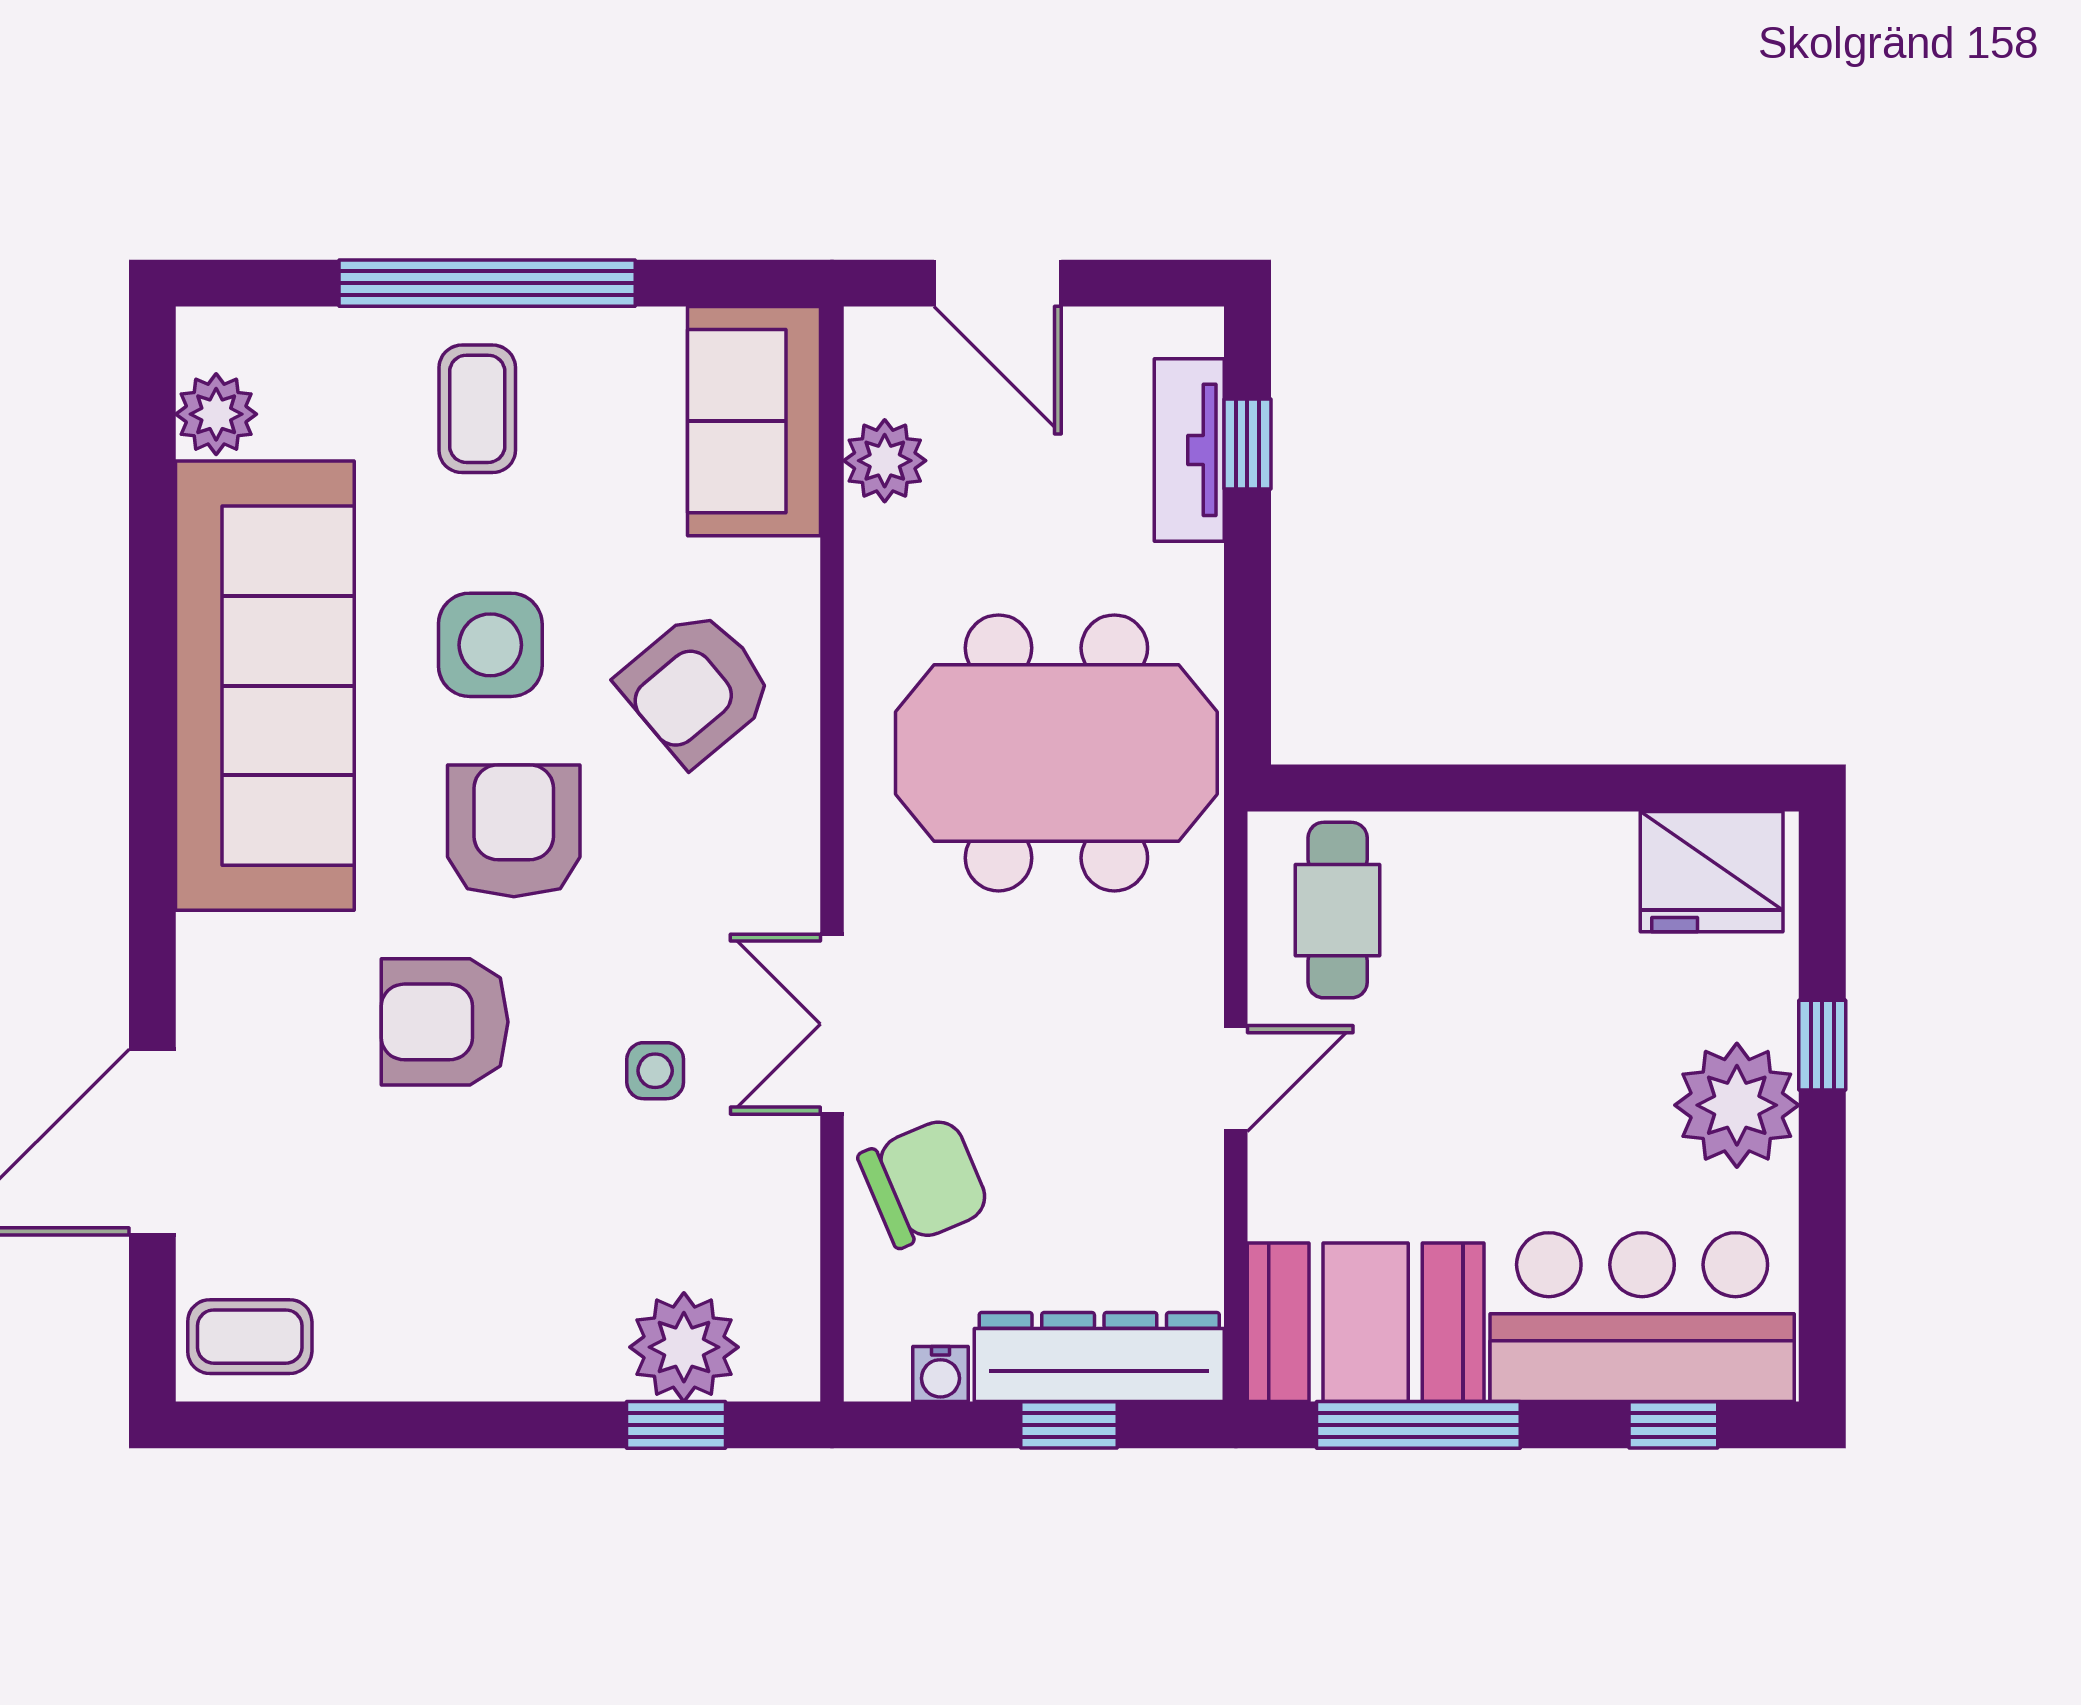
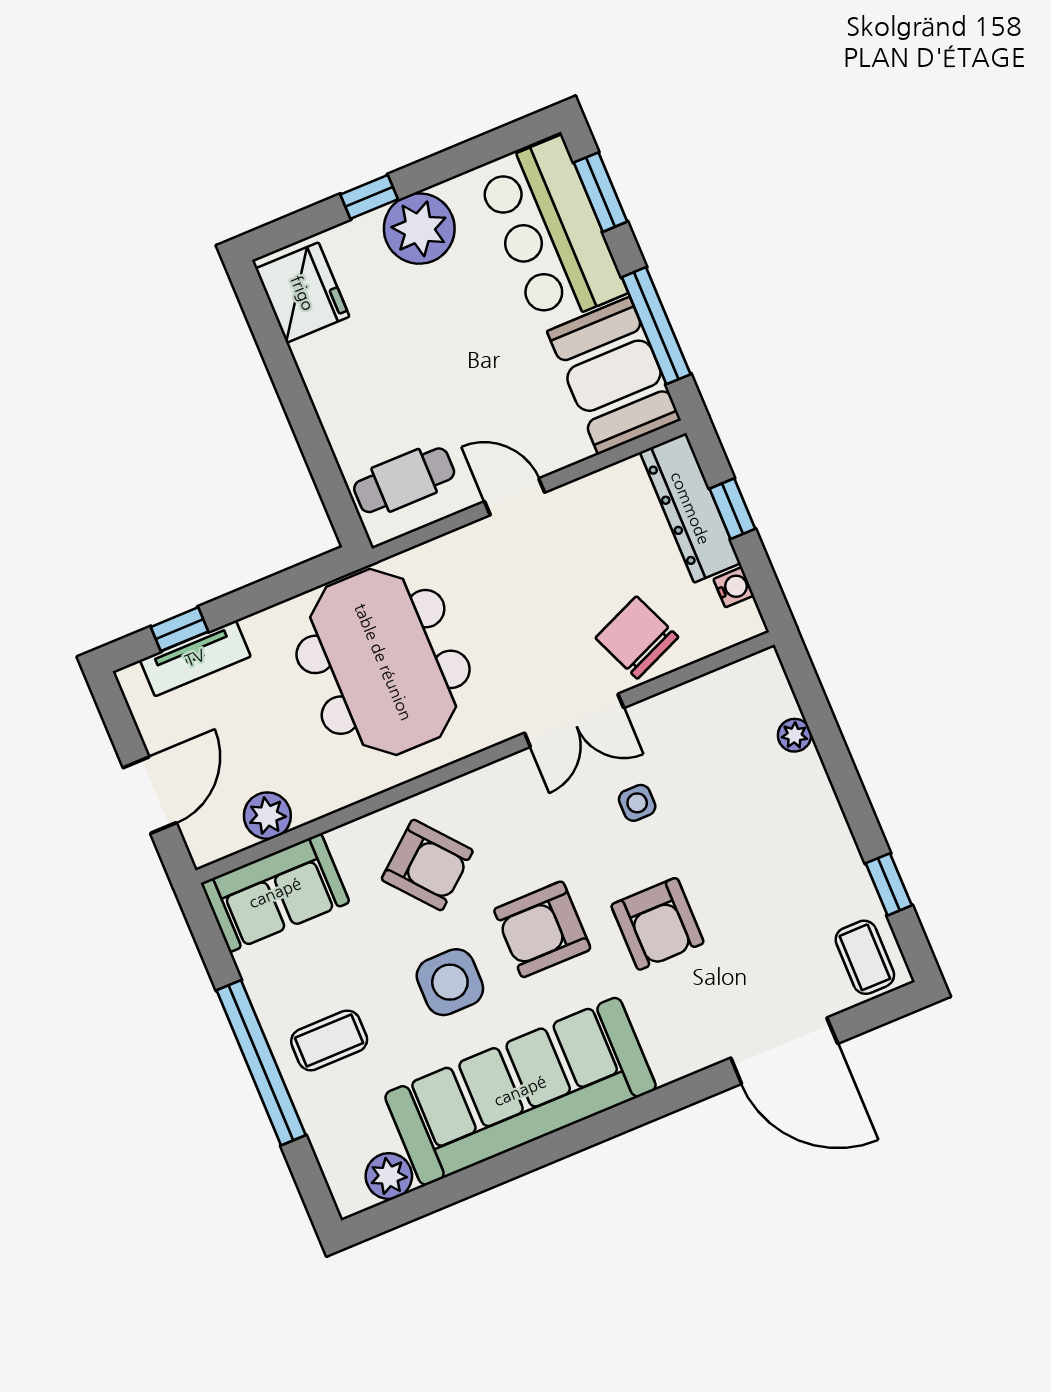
plant: (684, 1347) -> (794, 735), width x0.53, depth x0.53
window: (676, 1425) -> (889, 884), moved
window: (1673, 1425) -> (601, 192), width x1.50

